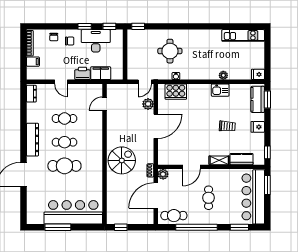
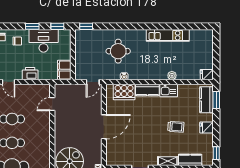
kitchen unit: (243, 35) -> (168, 35), moved
filing cabinet: (101, 73) -> (64, 70), moved, turned -90
kitchen counter: (199, 90) -> (147, 90), added
plant: (148, 104) -> (96, 104), removed

